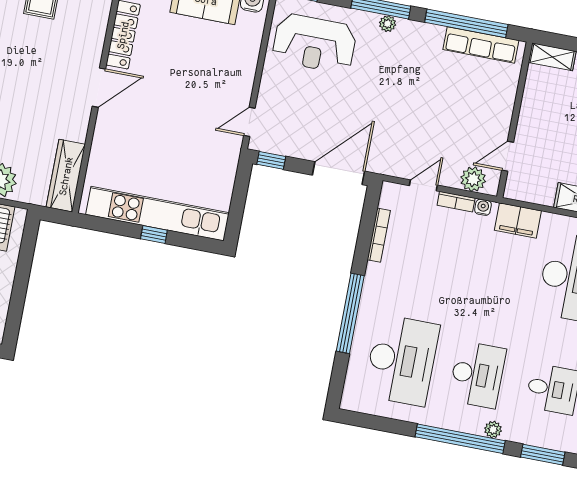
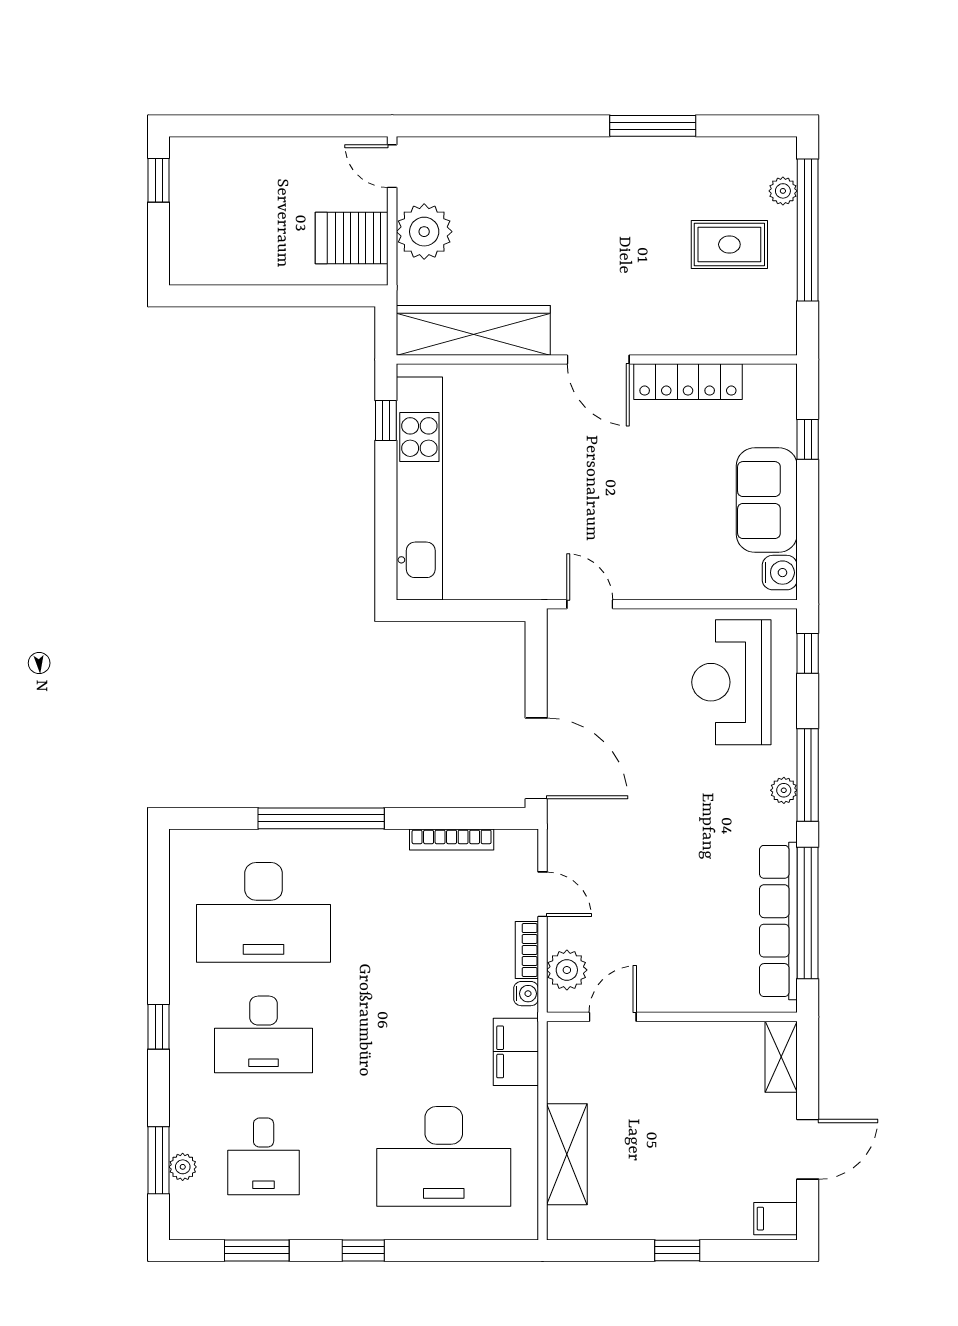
row of seats: (481, 45) -> (778, 921), width x1.36
door: (508, 156) -> (613, 1017), hinge flipped
window: (271, 160) -> (536, 650), removed
wardrobe: (66, 176) -> (473, 330), width x1.40, depth x1.17
window: (154, 235) -> (386, 420), moved
plant: (493, 429) -> (183, 1167), moved
window: (460, 439) -> (159, 1027), width x0.32

